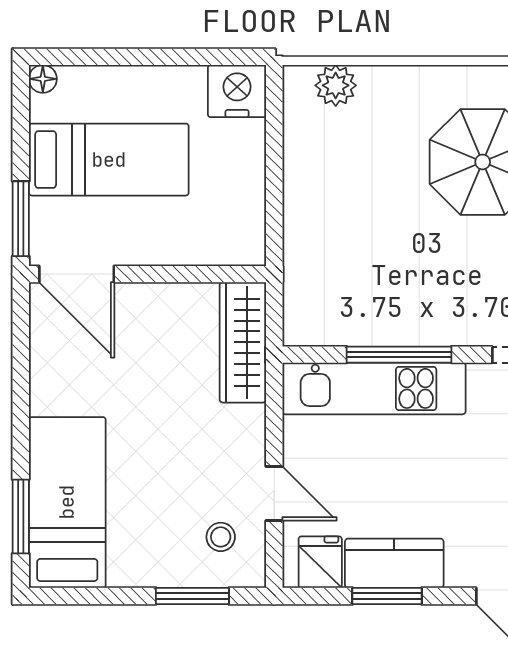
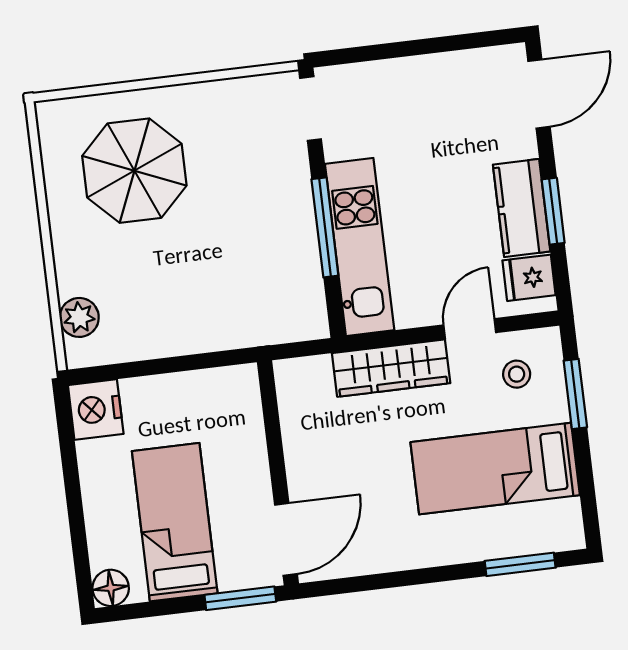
floor lamp: (43, 79) -> (111, 588), width x1.37, depth x1.37
wardrobe: (243, 342) -> (391, 368), moved
bed: (67, 502) -> (495, 469), moved

